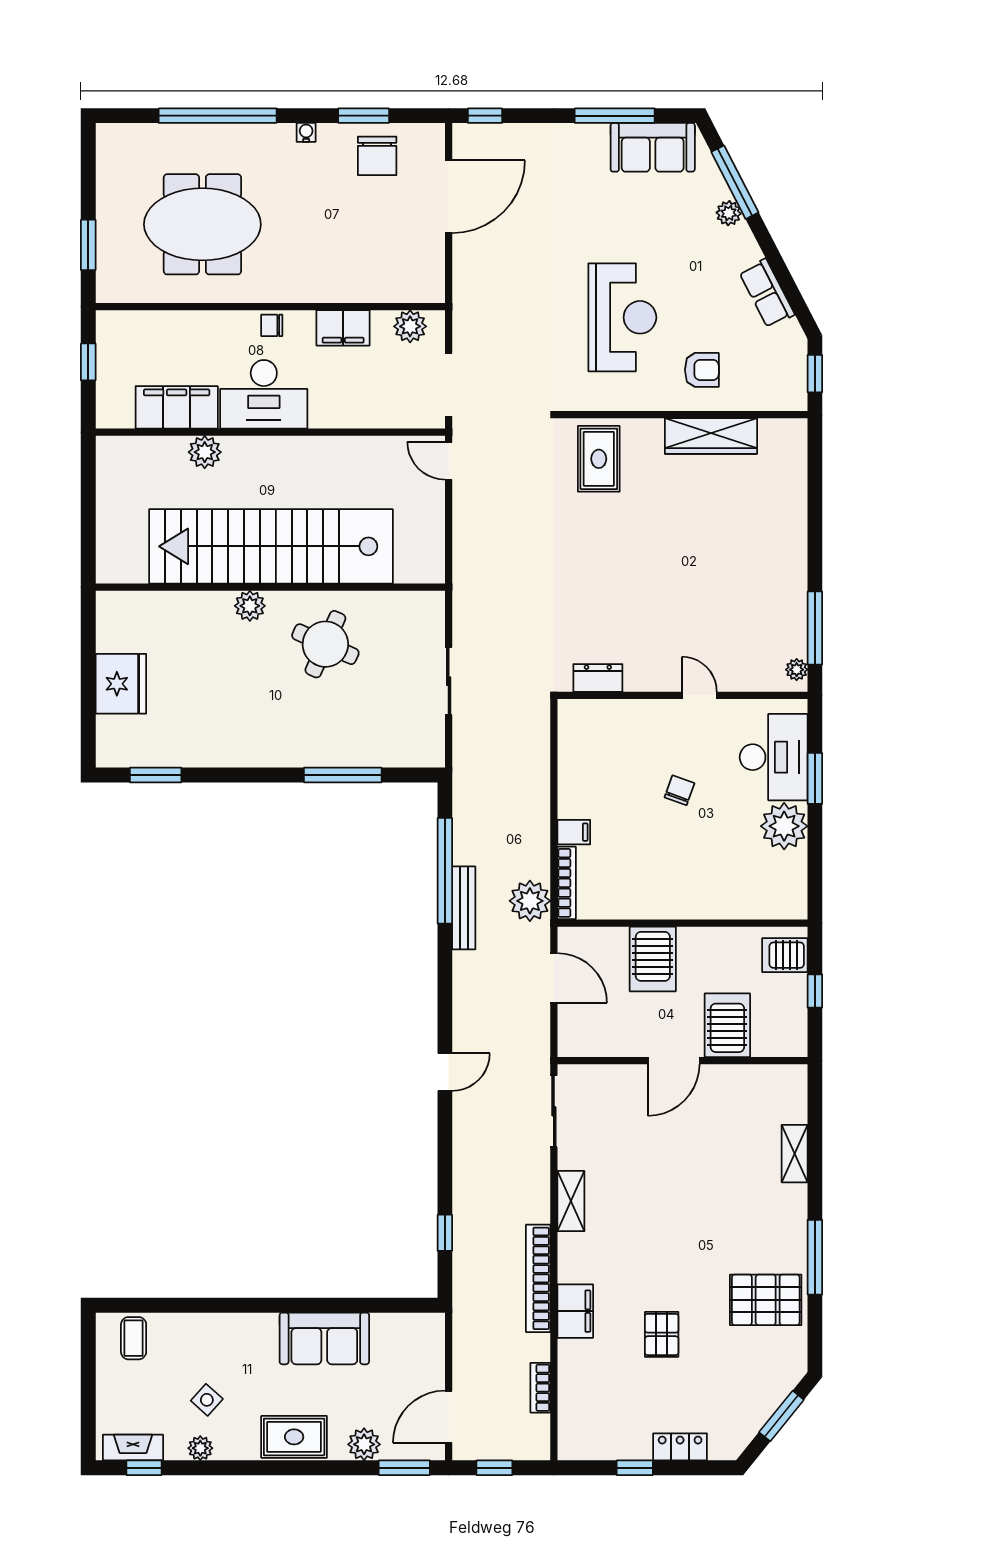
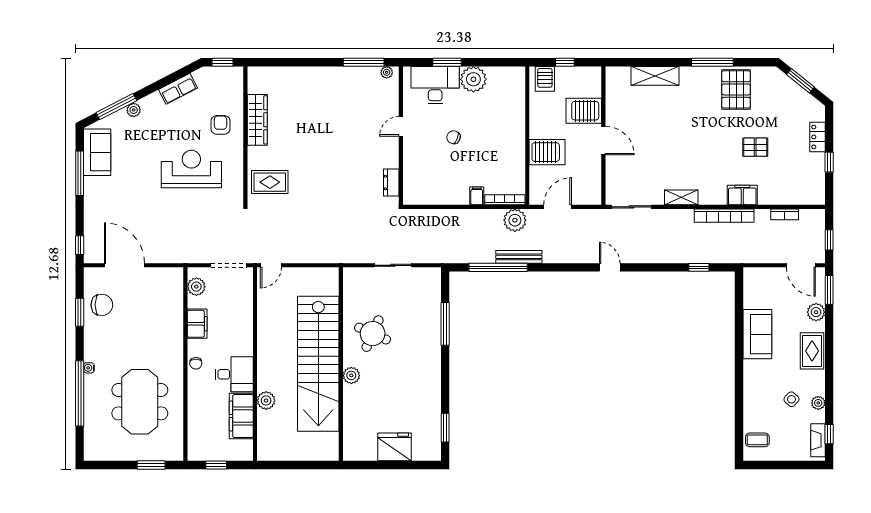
water cooler: (306, 132) -> (89, 368), moved
desk: (264, 394) -> (234, 374), width x0.73
shelving: (795, 1154) -> (655, 76), width x1.50, depth x1.33

